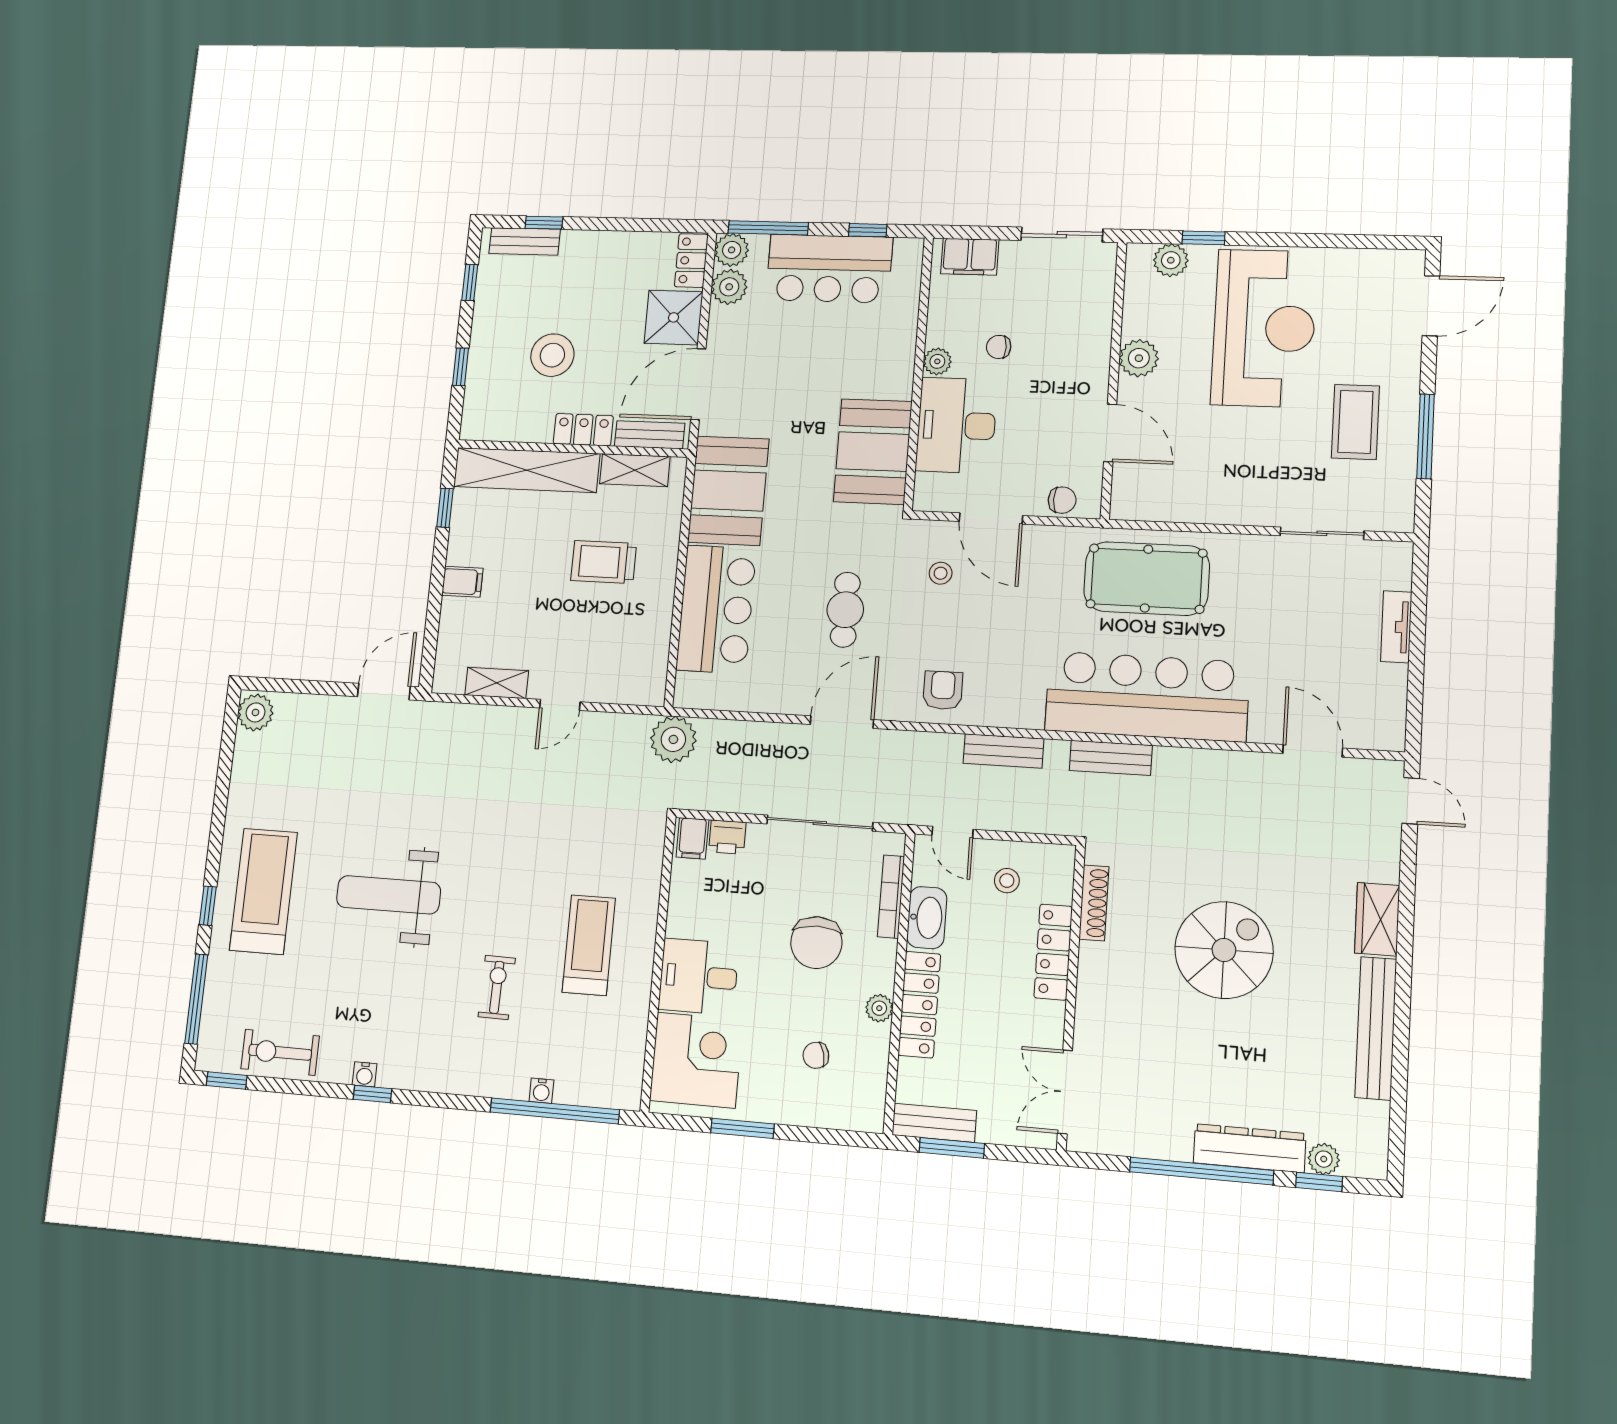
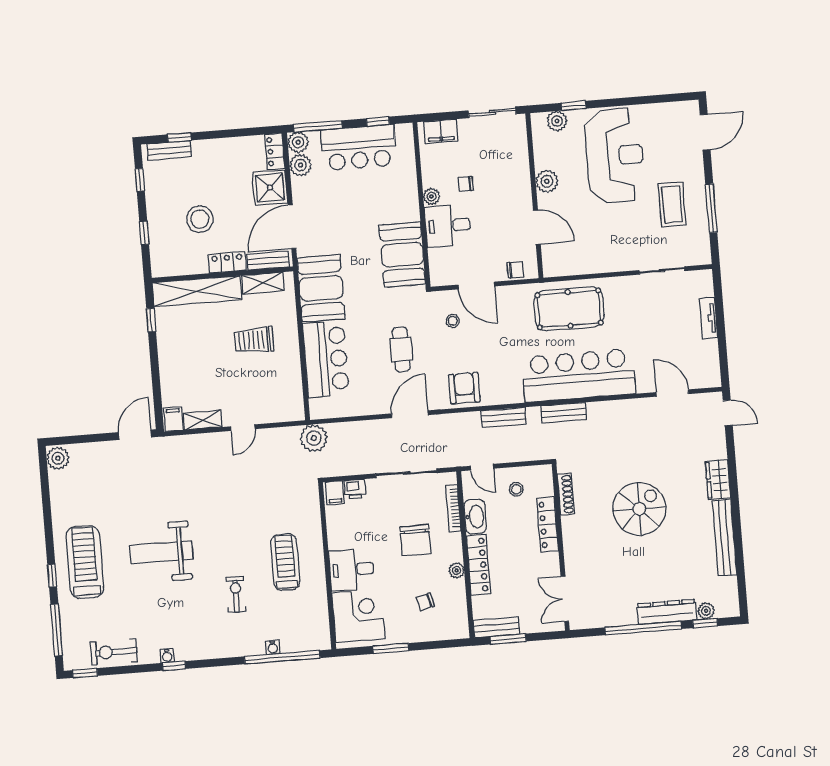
desk: (956, 425) -> (448, 226), width x0.73
filing cabinet: (462, 582) -> (173, 419), moved, turned -90
armchair: (943, 690) -> (464, 388), width x1.38, depth x1.38

